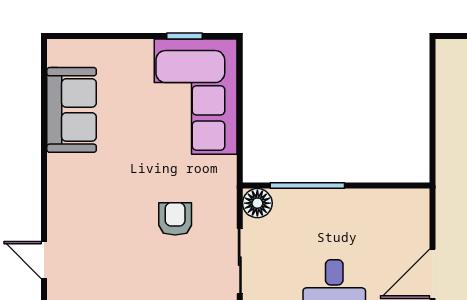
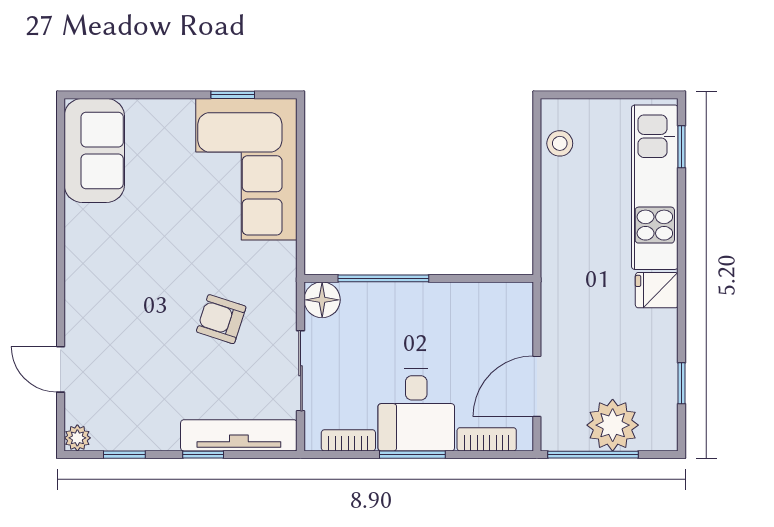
stool: (451, 76) -> (560, 143), added
sofa: (72, 110) -> (94, 150), moved
armchair: (175, 219) -> (221, 319), turned -72

